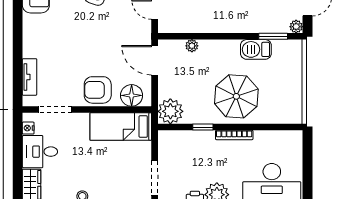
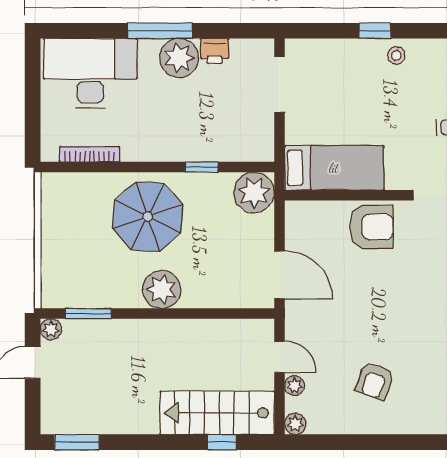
plant: (192, 46) -> (162, 289), moved, width x1.87, depth x1.87
barbecue: (256, 49) -> (116, 292), removed
floor lamp: (132, 95) -> (317, 218), removed
bookcase: (234, 135) -> (90, 154), moved

